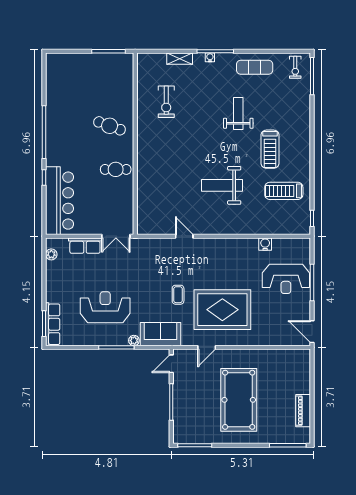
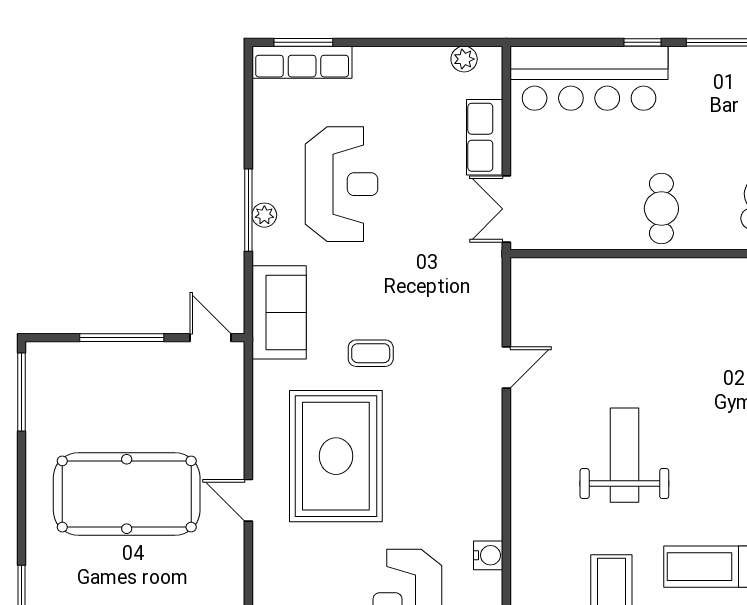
plant: (134, 341) -> (264, 215), moved
door: (207, 347) -> (248, 500), moved

